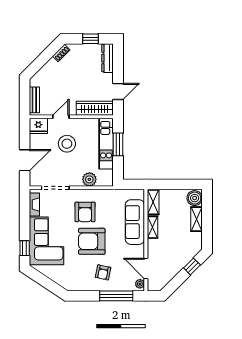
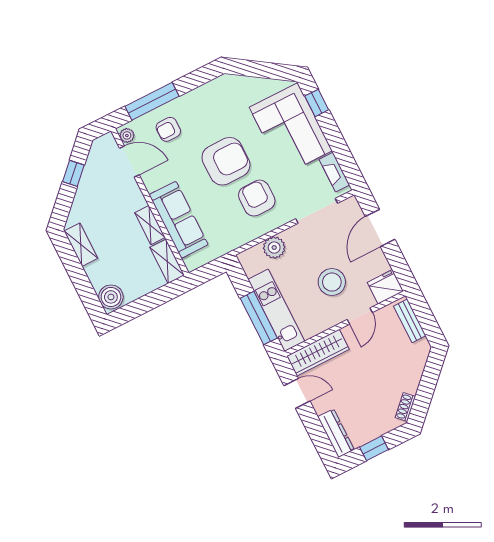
door: (118, 91) -> (297, 393), swing flipped
window: (118, 144) -> (259, 318), width x1.44
shelving: (197, 219) -> (81, 245), moved
window: (192, 266) -> (73, 173), moved
armchair: (103, 272) -> (168, 129), moved, turned -102

